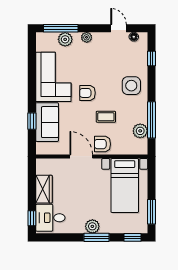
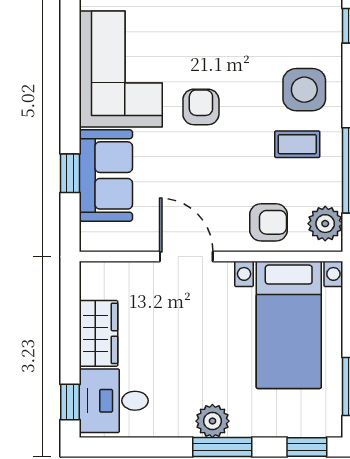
armchair: (87, 93) -> (201, 107), turned 90
coffee table: (106, 117) -> (297, 144), moved
plant: (140, 131) -> (325, 224), moved
armchair: (103, 144) -> (269, 222), moved, turned 180

